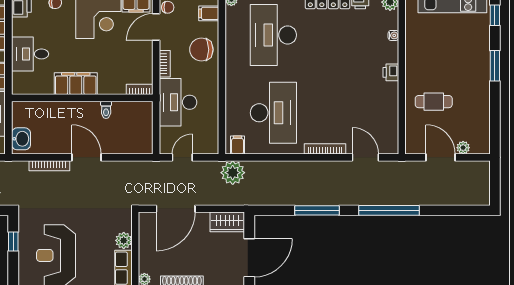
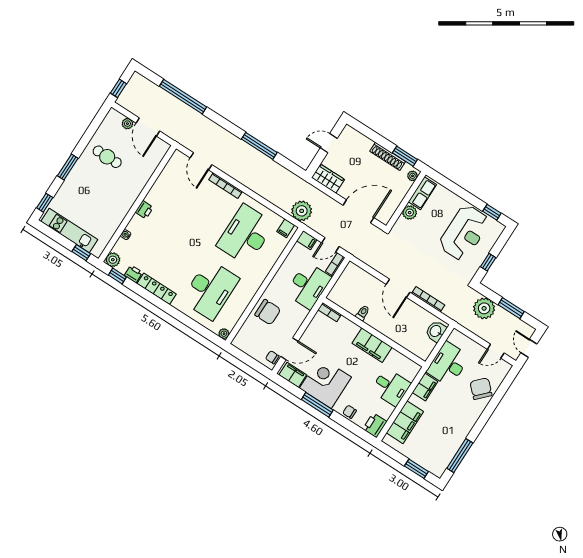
filing cabinet: (209, 13) -> (307, 240), moved
bookcase: (165, 64) -> (335, 264), moved
cafe table: (434, 102) -> (107, 157), moved
window: (495, 177) -> (118, 88), added
window: (389, 210) -> (183, 97), moved
door: (249, 258) -> (329, 143), width x0.53

